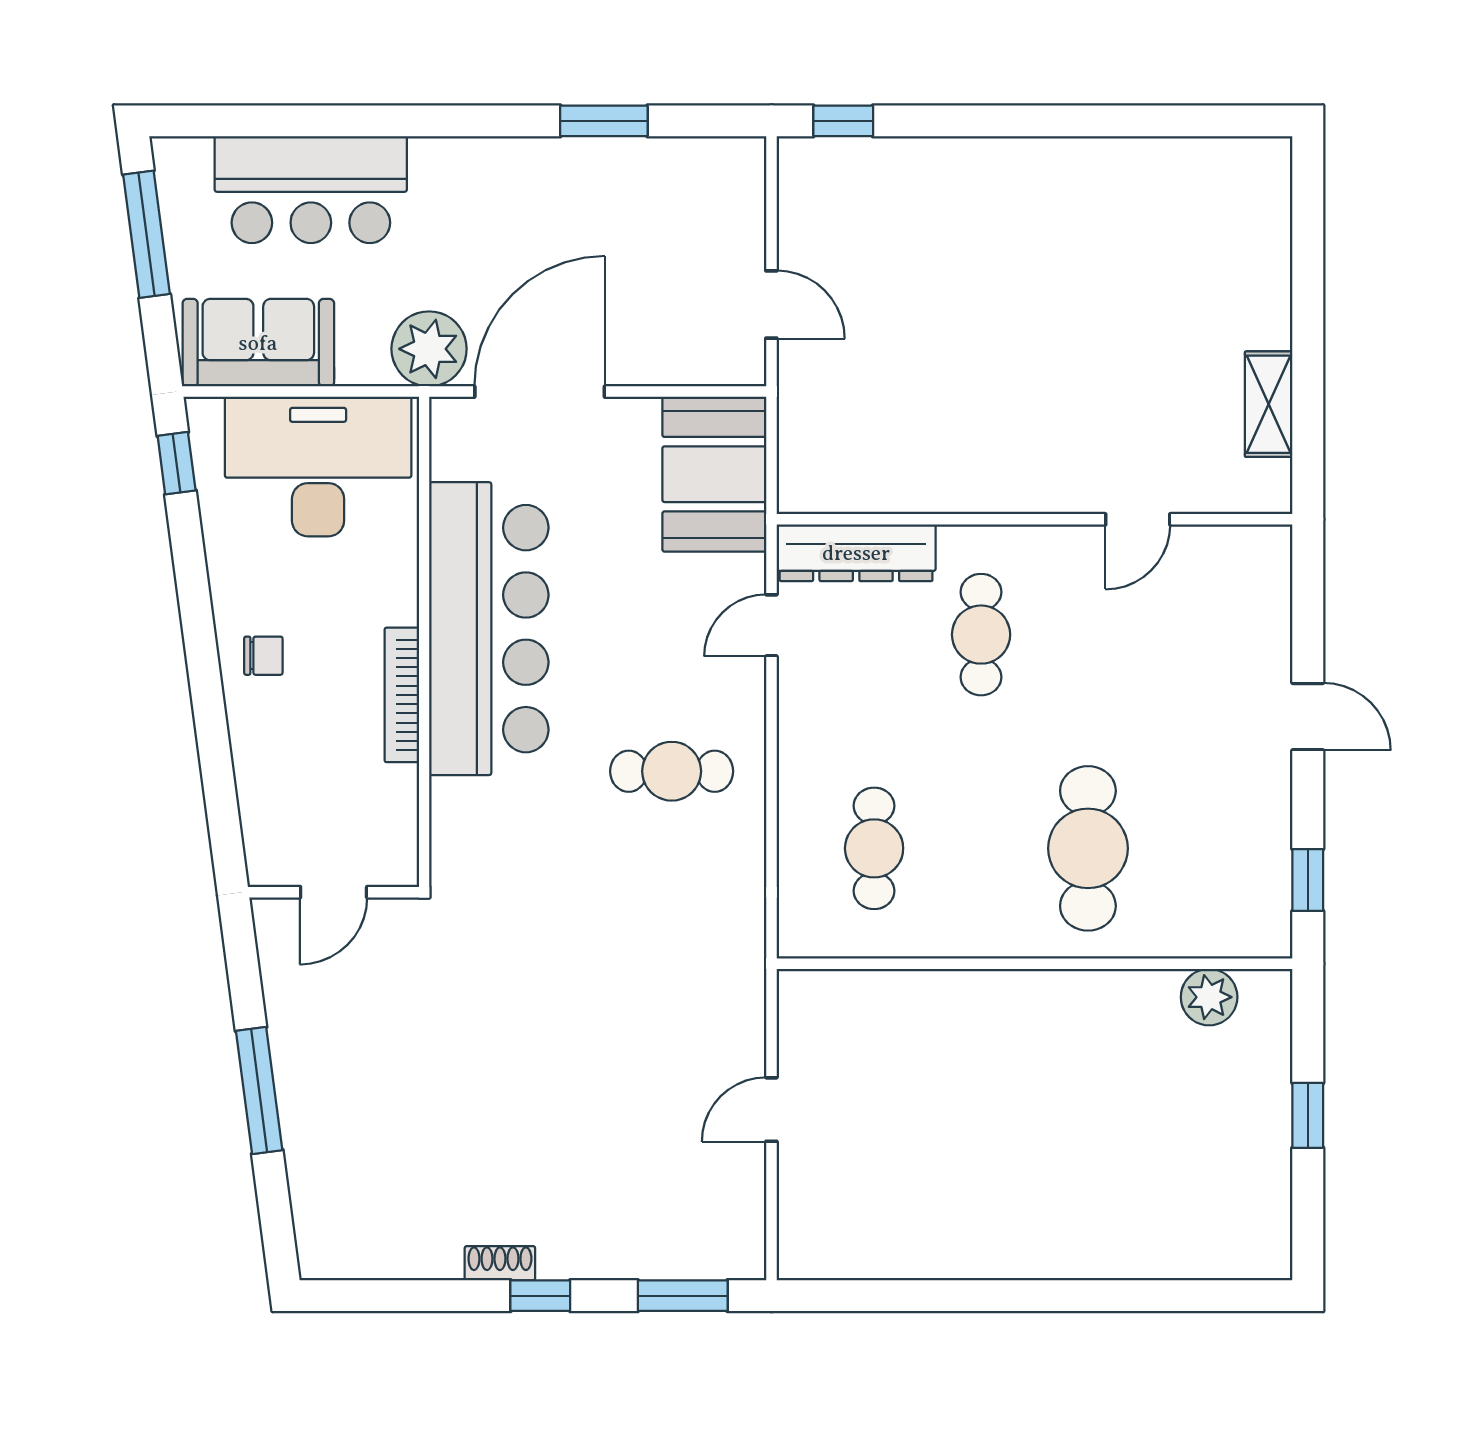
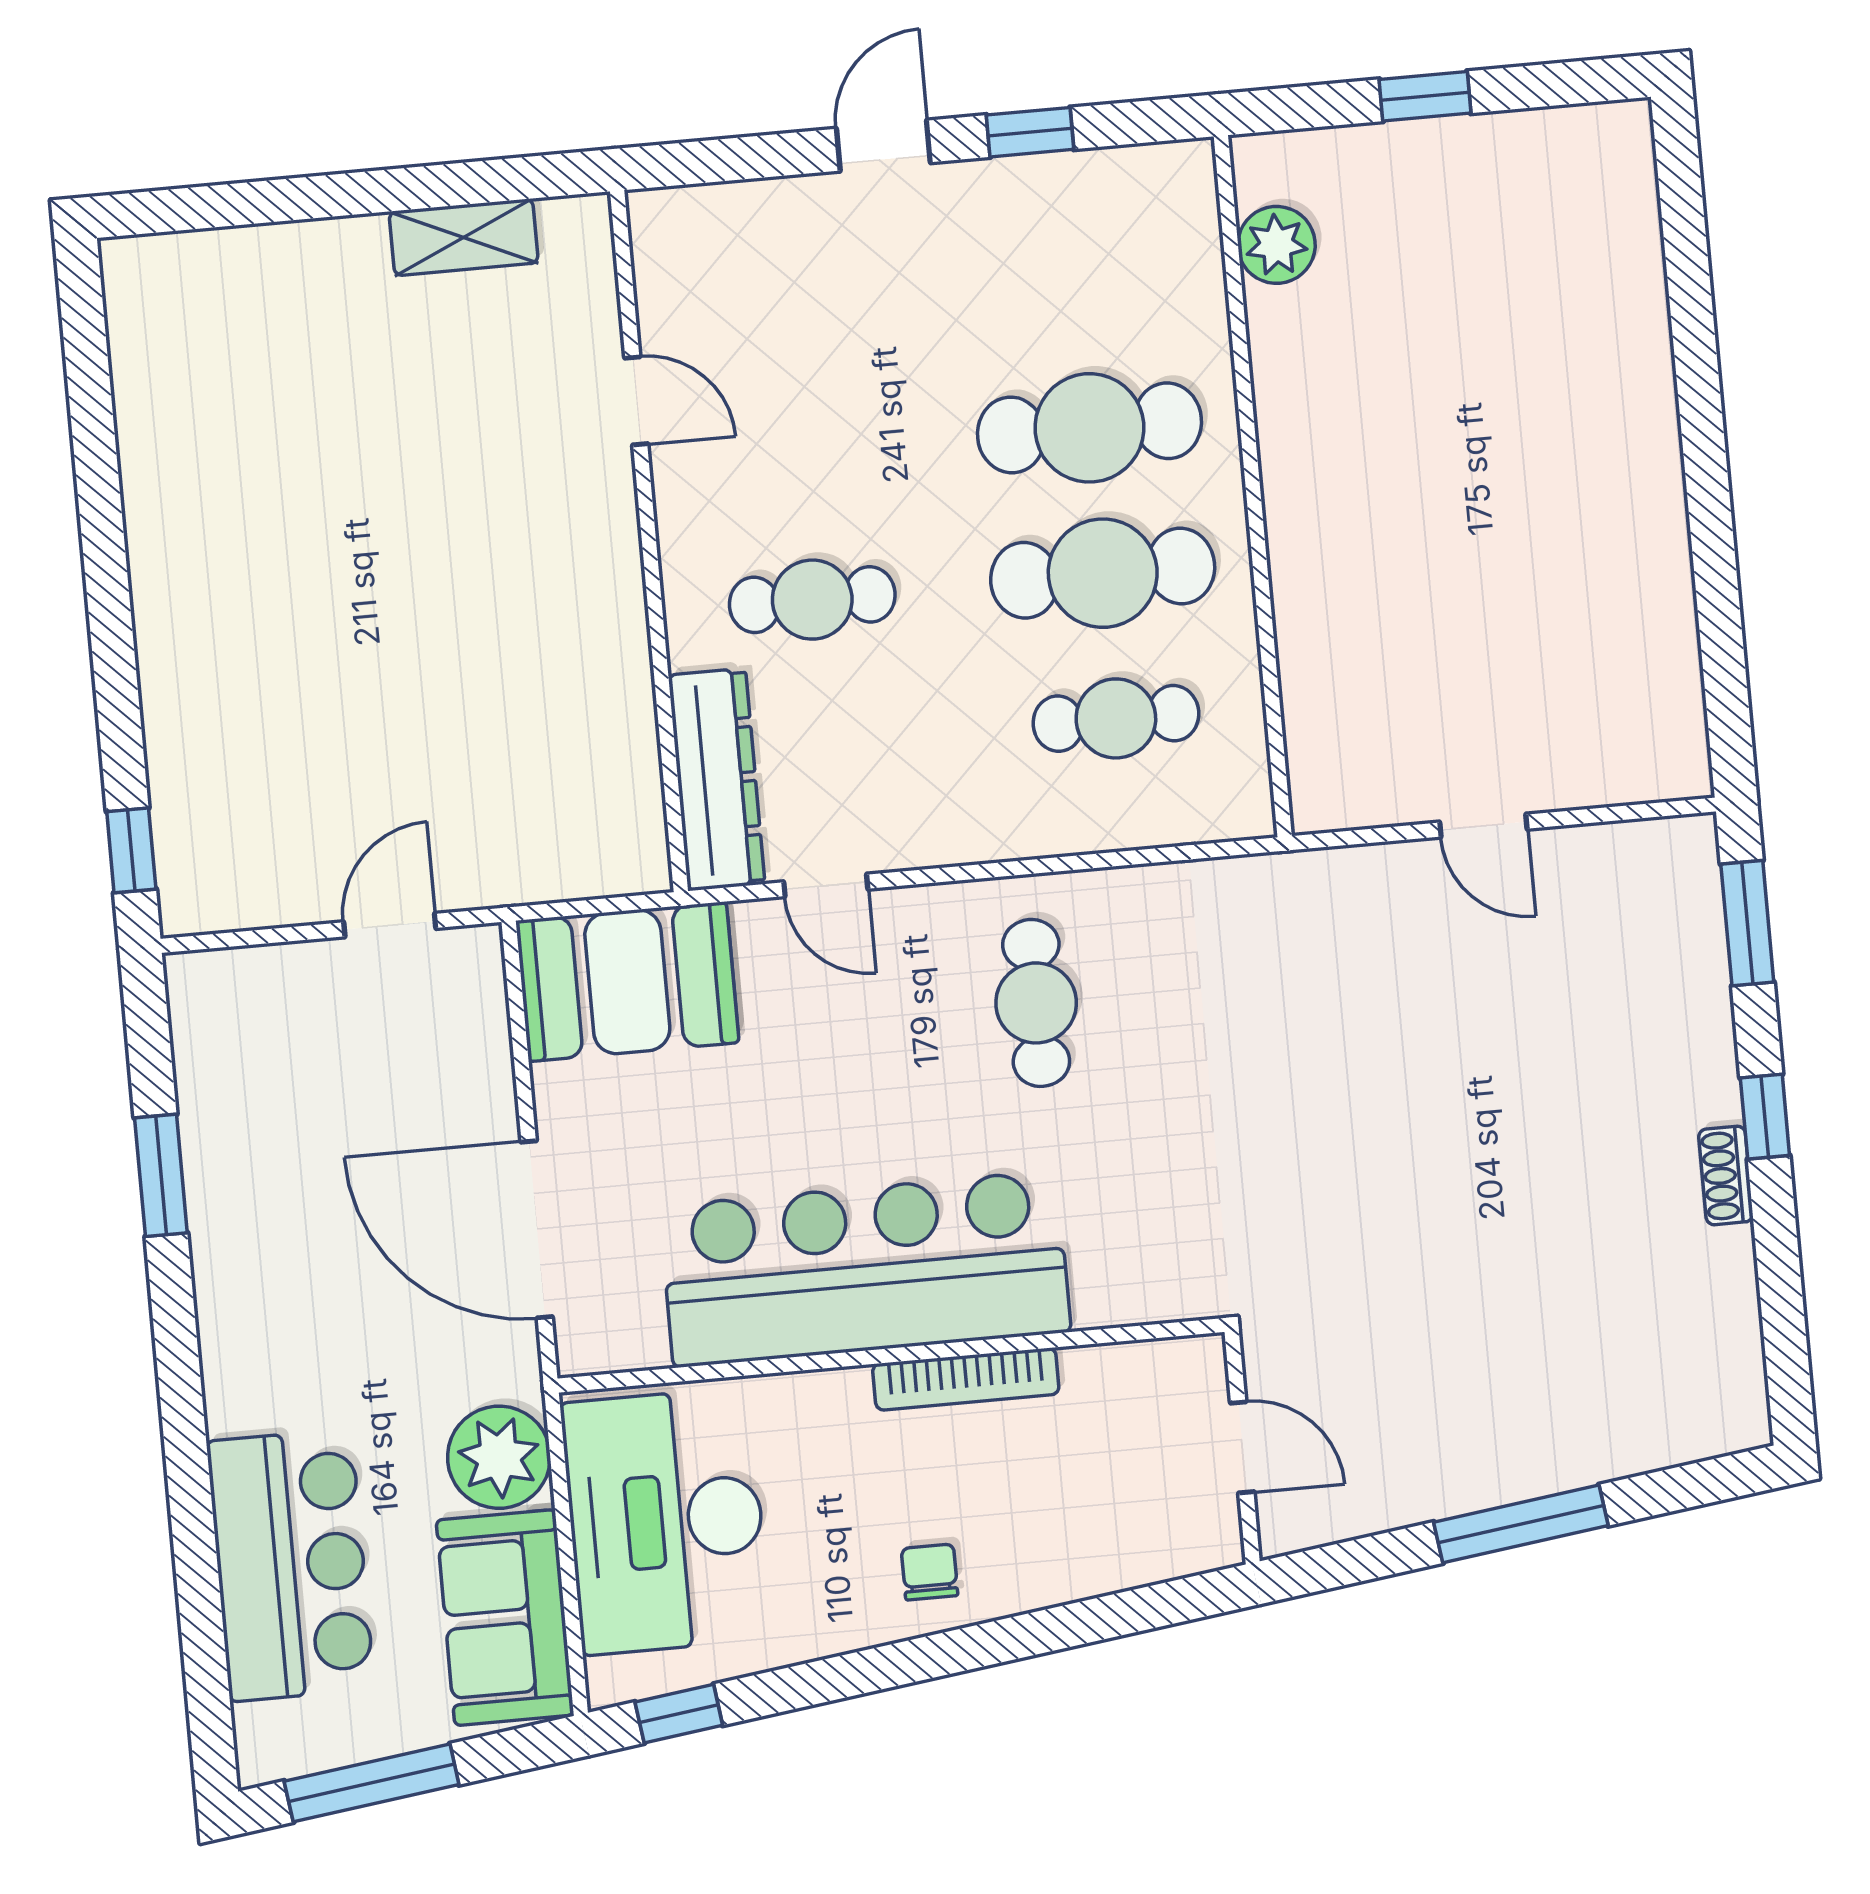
plant: (429, 349) -> (499, 1457), moved
cafe table: (981, 848) -> (1103, 573), added
window: (1308, 880) -> (1030, 132), moved

